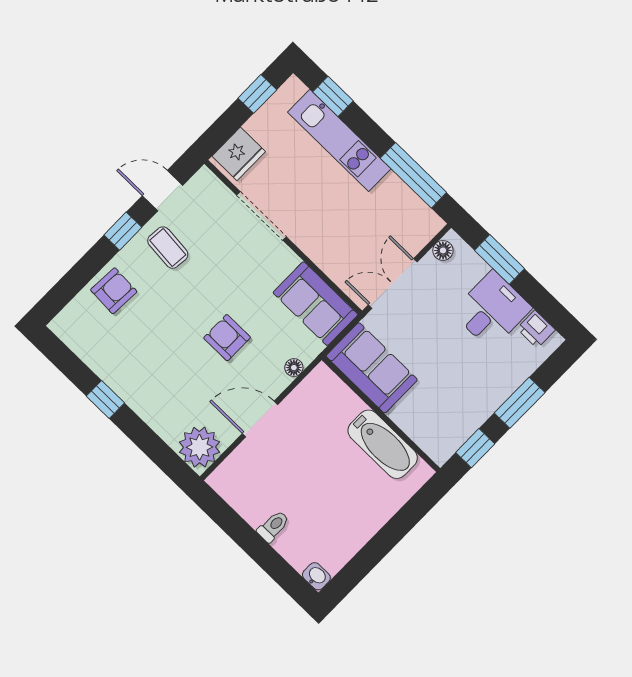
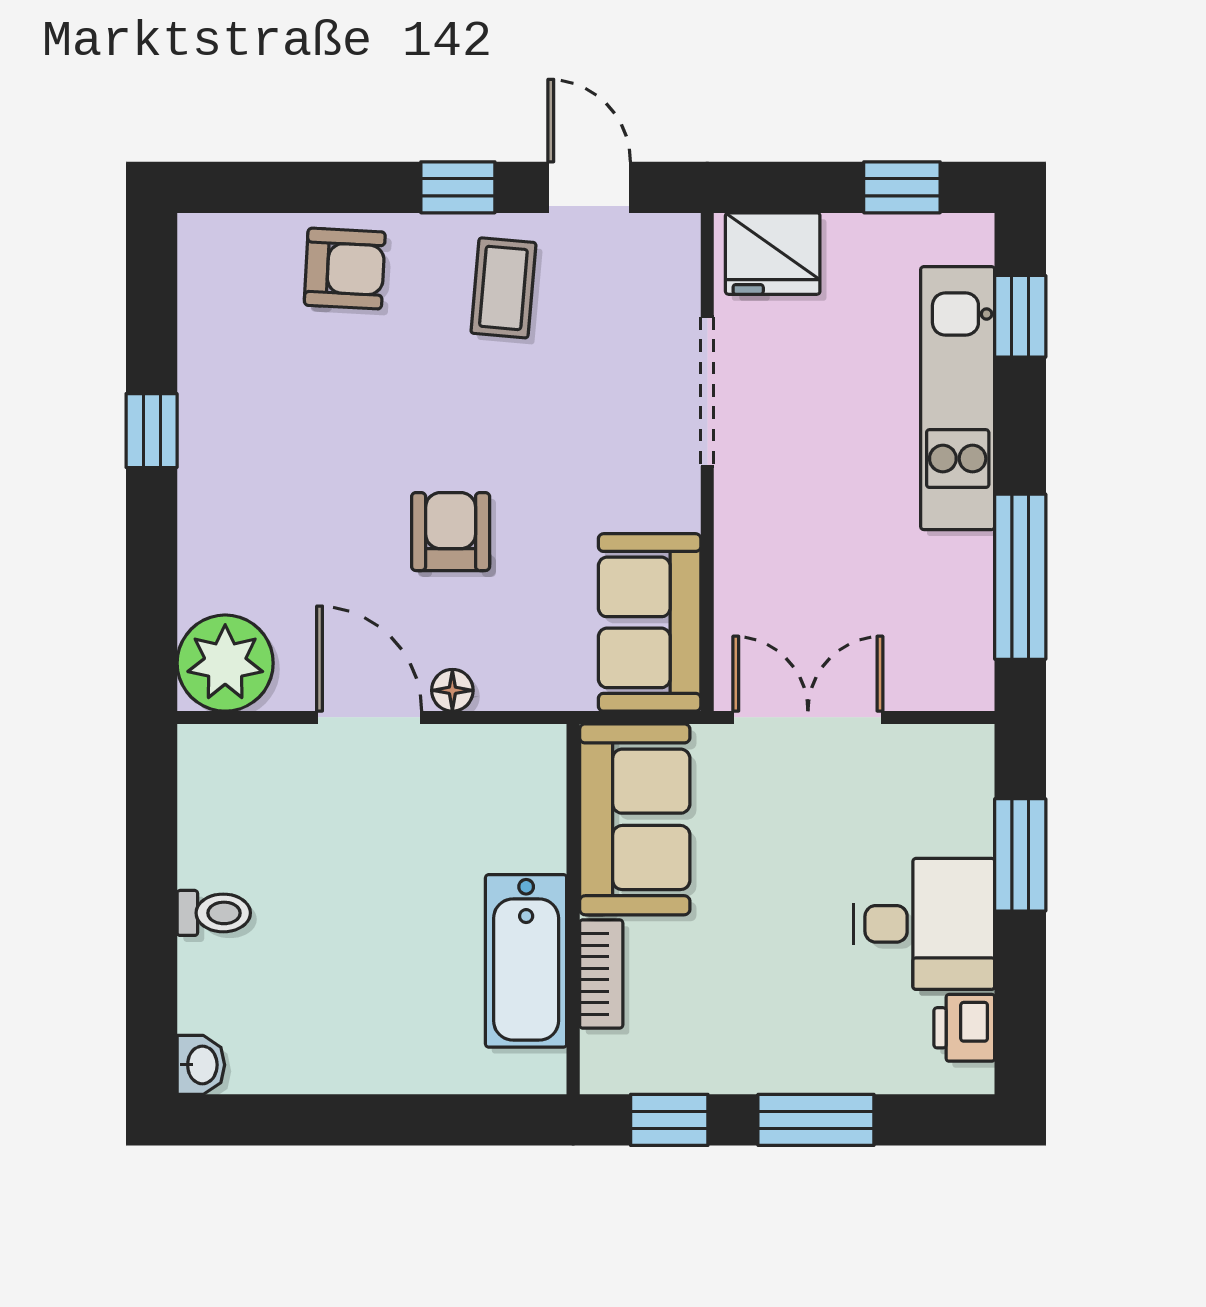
floor lamp: (443, 250) -> (944, 747), removed
floor lamp: (294, 368) -> (452, 690), moved
bookcase: (409, 425) -> (601, 974), added

